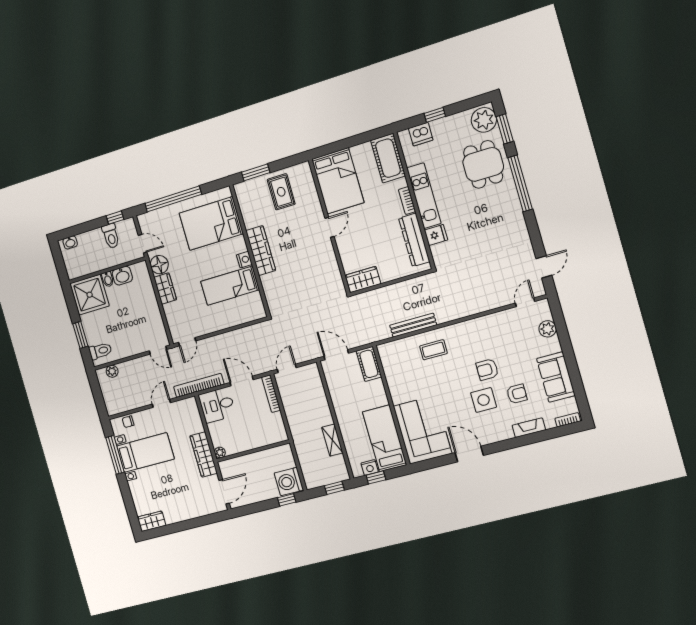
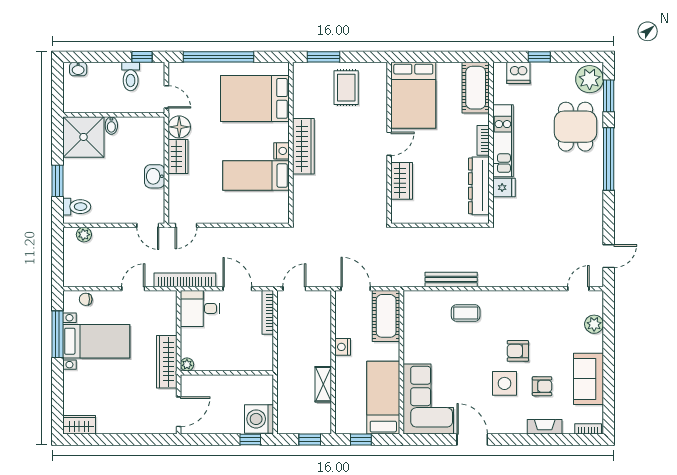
washbasin: (122, 276) -> (155, 176), moved, turned 90
wardrobe: (363, 280) -> (402, 181), moved, turned 90
cot: (369, 364) -> (386, 316), width x1.37, depth x1.34
nightstand: (370, 468) -> (343, 347), moved, turned 90

